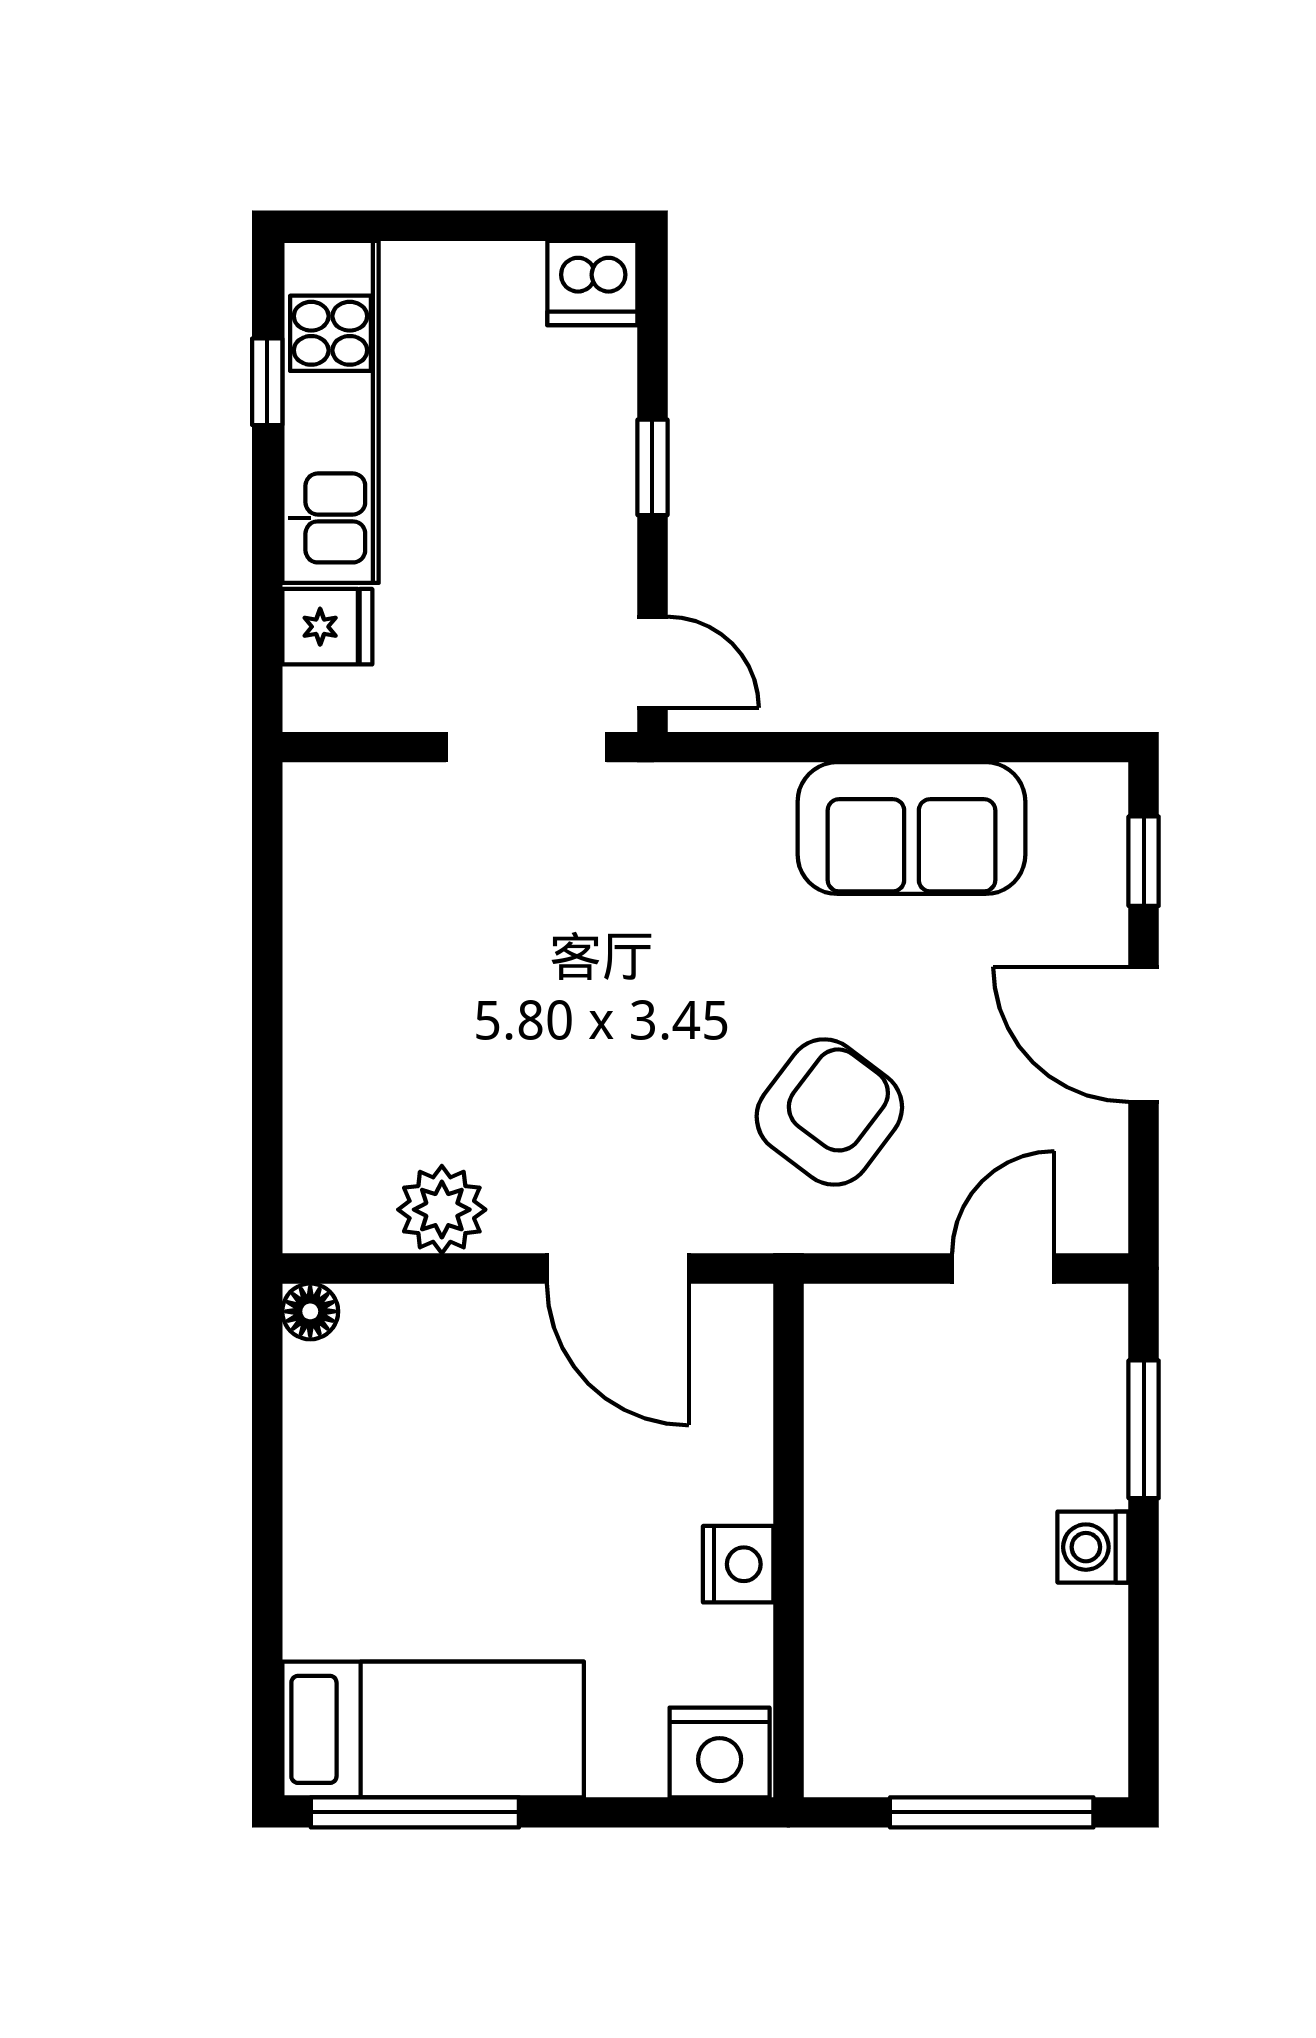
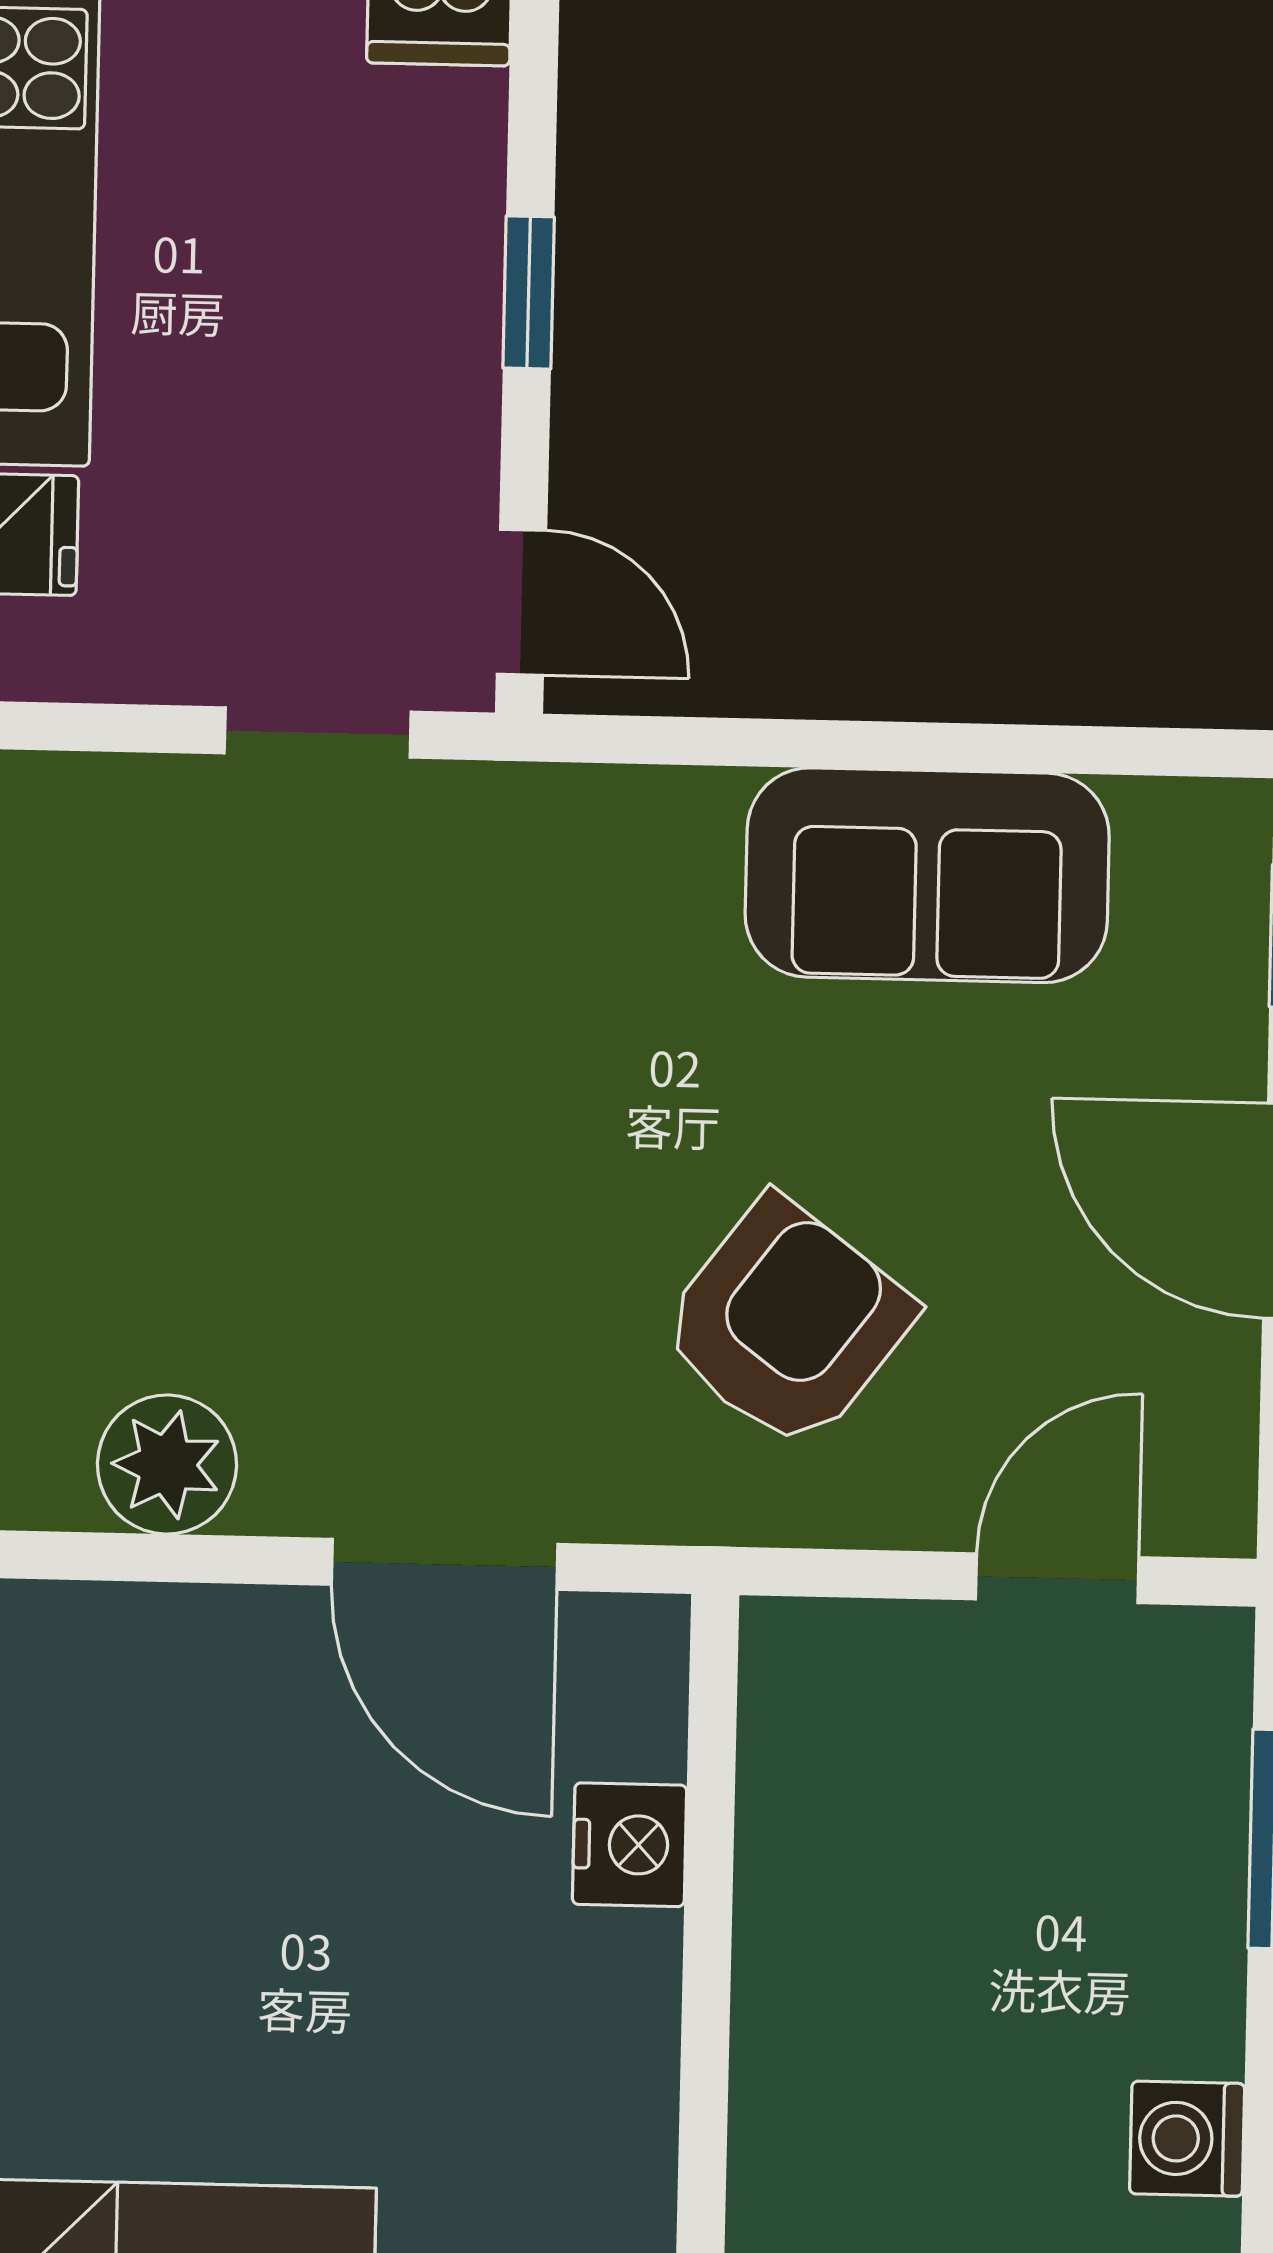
doorway: (526, 747) -> (318, 733), width x0.73
washing machine: (1093, 1547) -> (1187, 2139), moved
nightstand: (738, 1564) -> (630, 1845), moved

